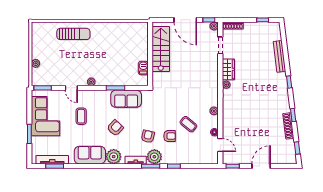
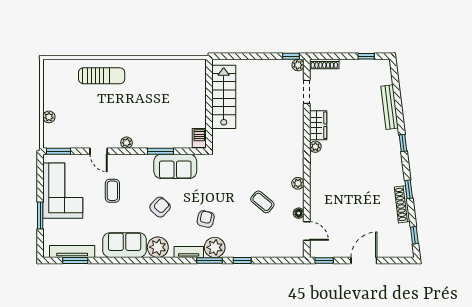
door: (185, 20) -> (258, 56), removed
barbecue: (143, 68) -> (199, 138), moved
armchair: (170, 136) -> (236, 219), removed

